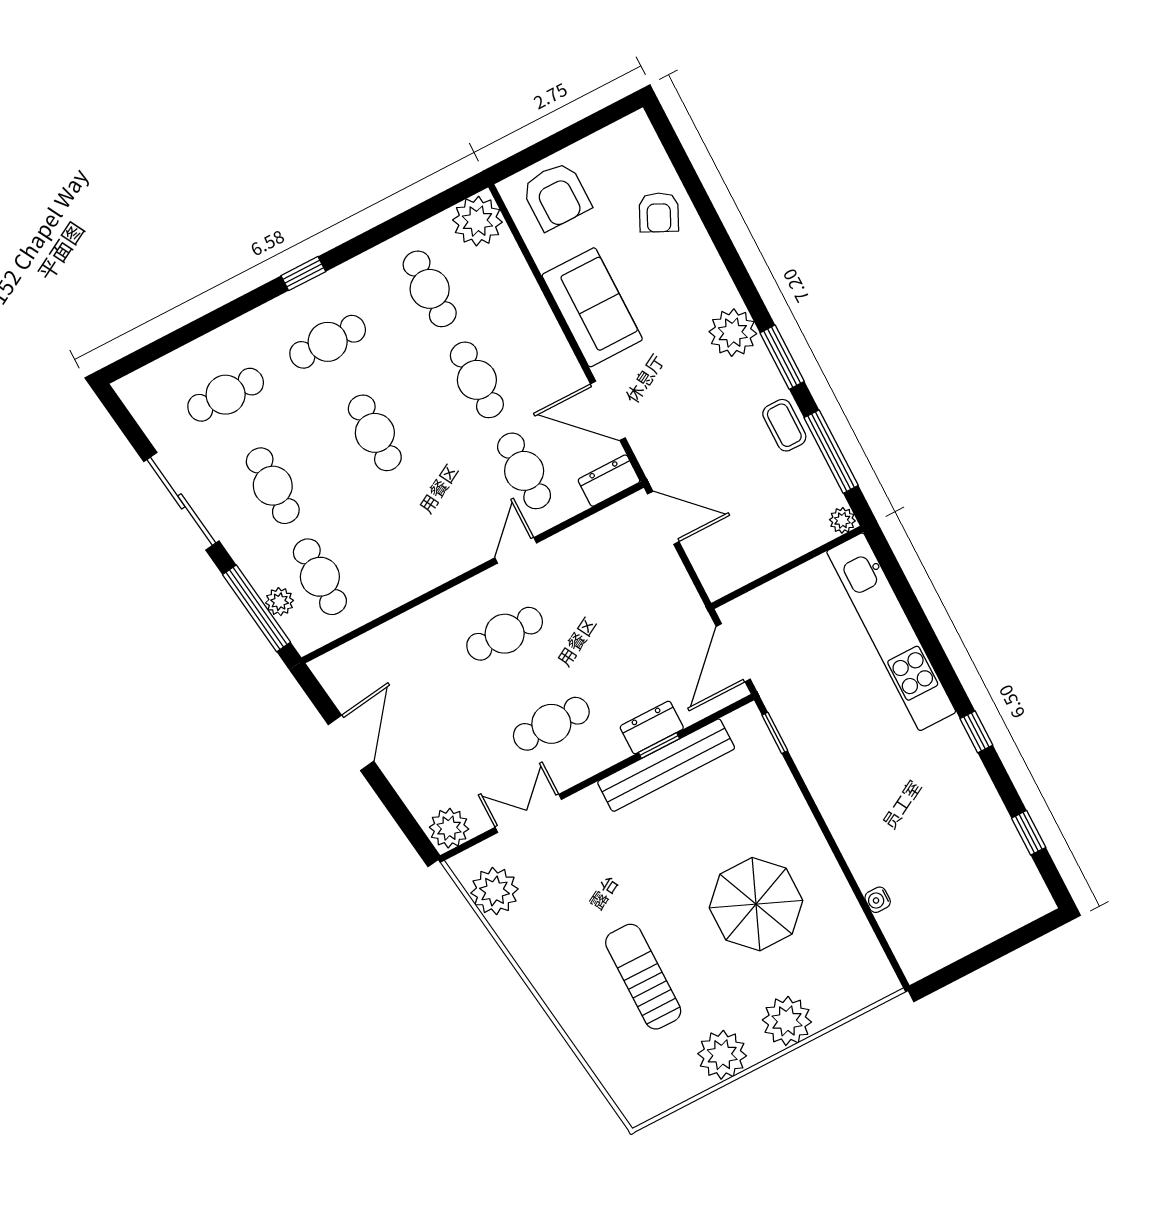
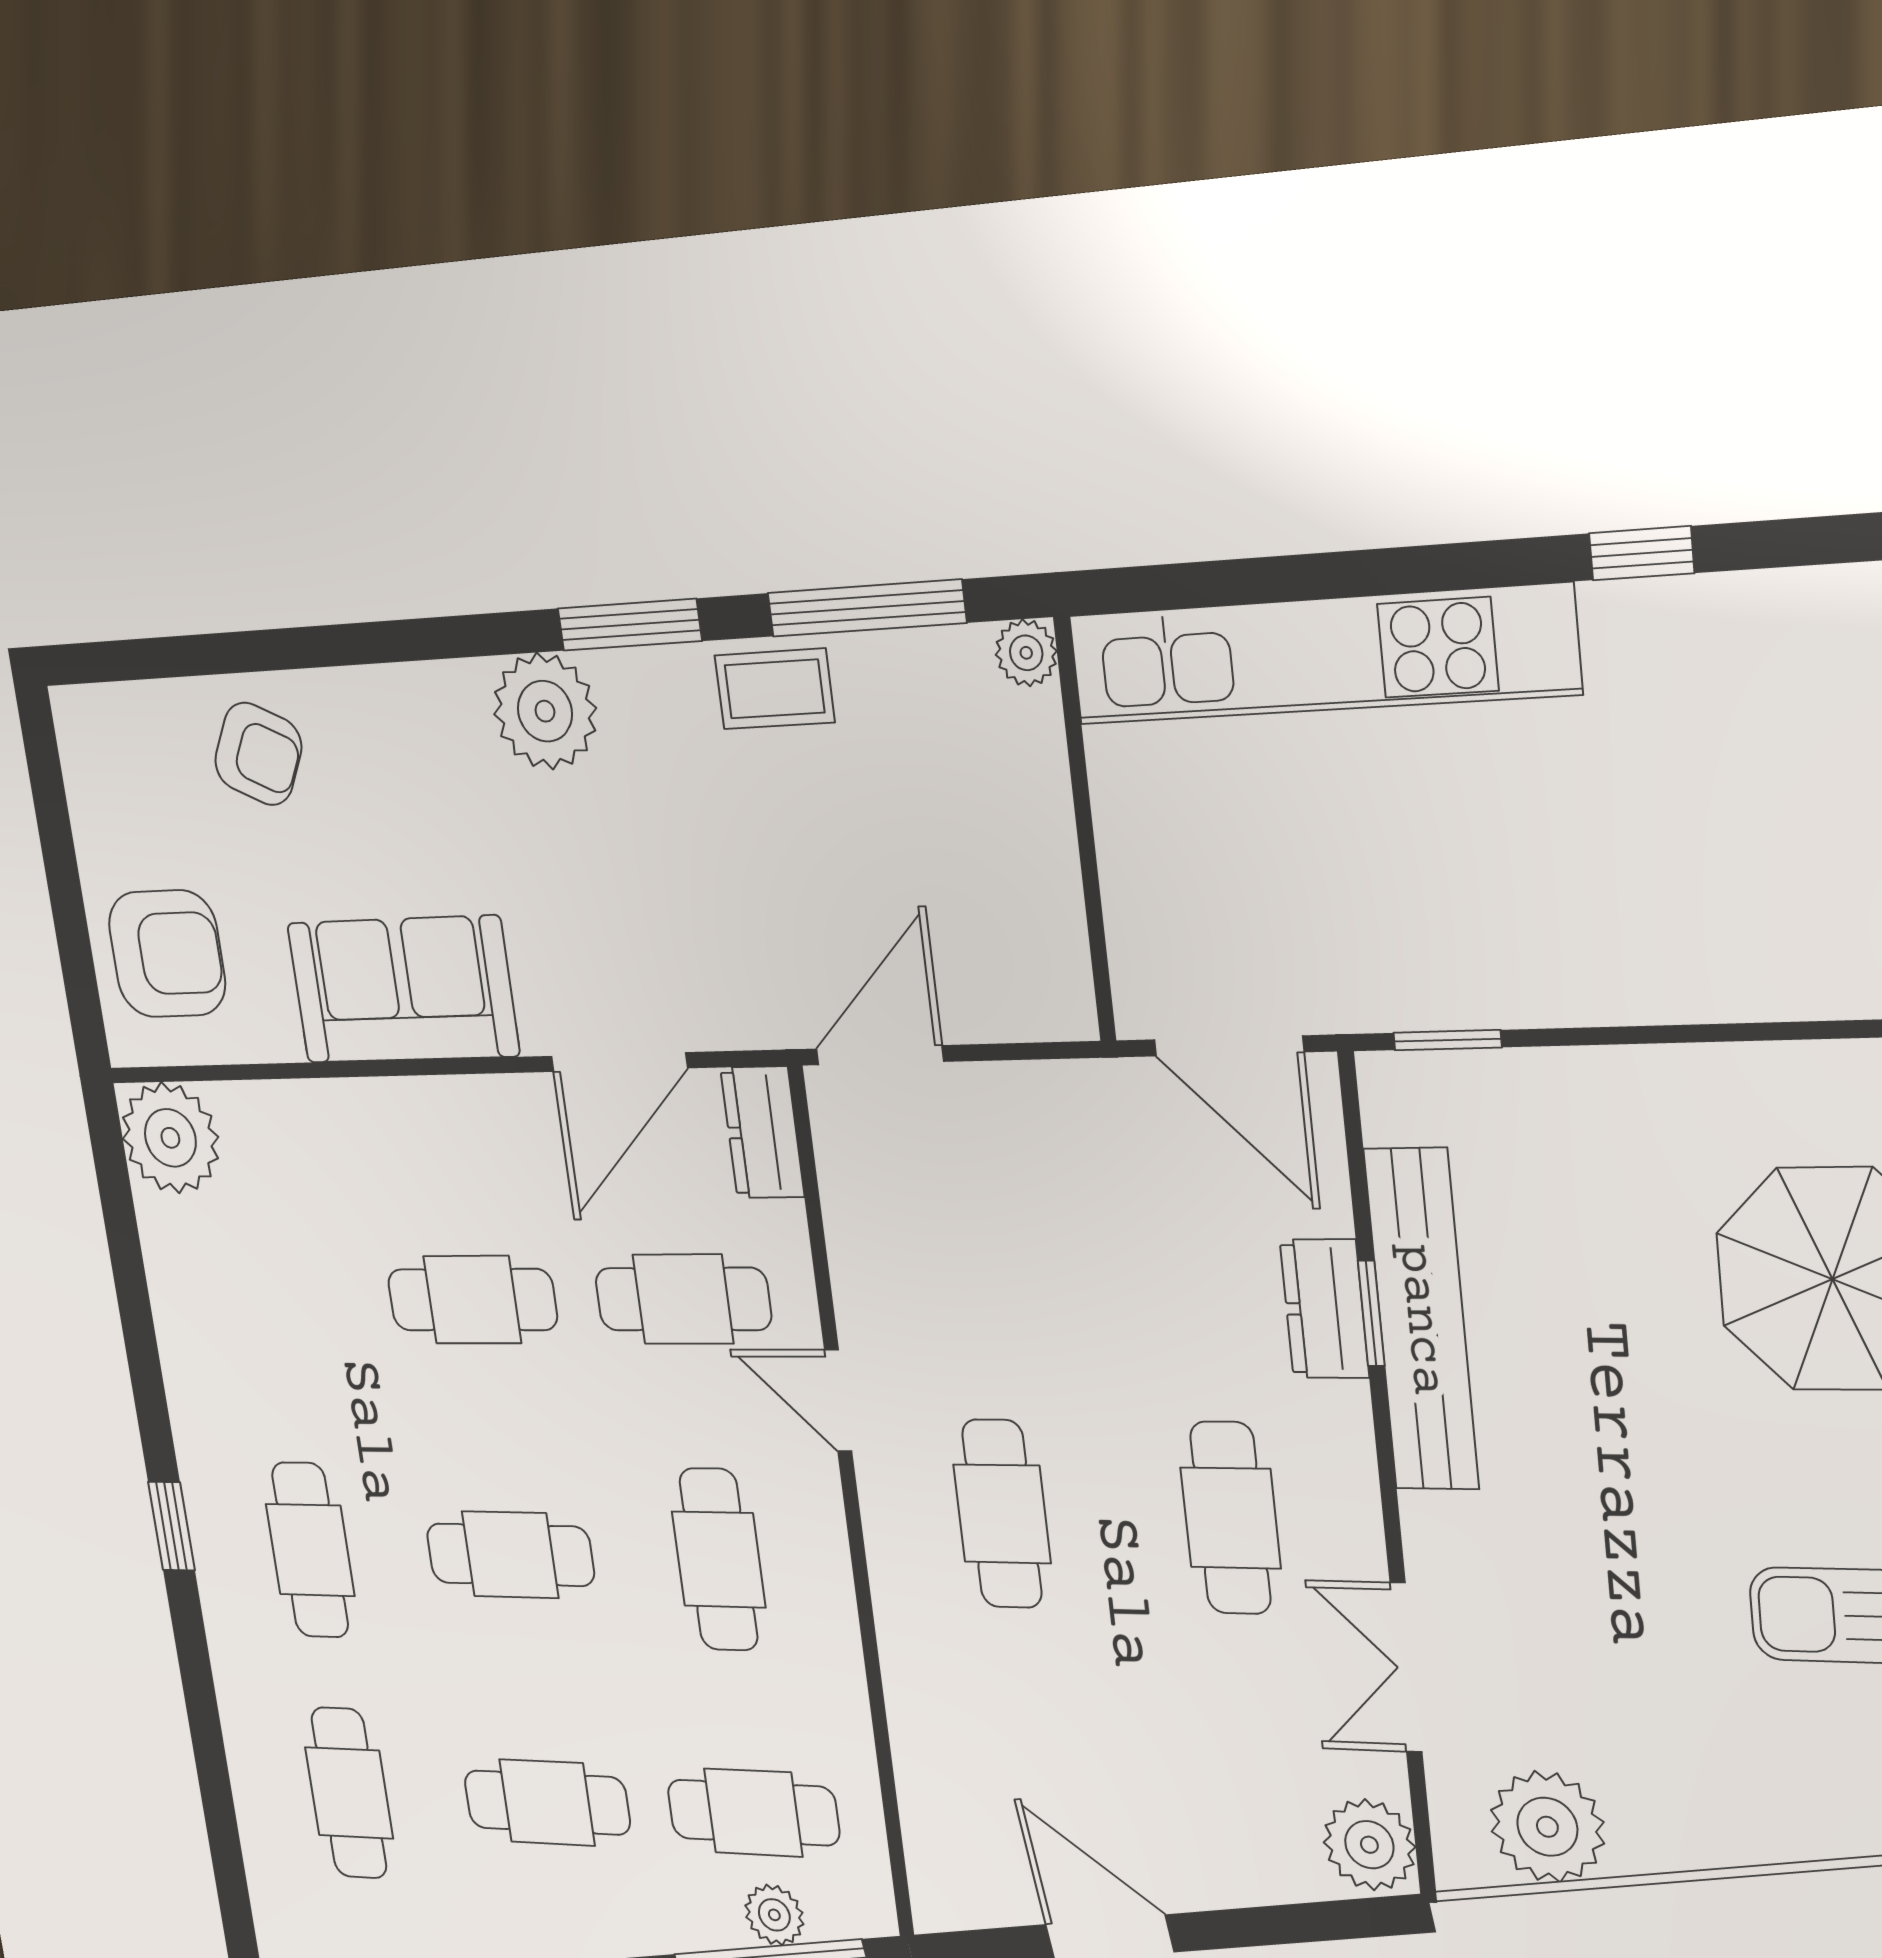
cafe table: (430, 289) -> (719, 1560), moved, turned 90

